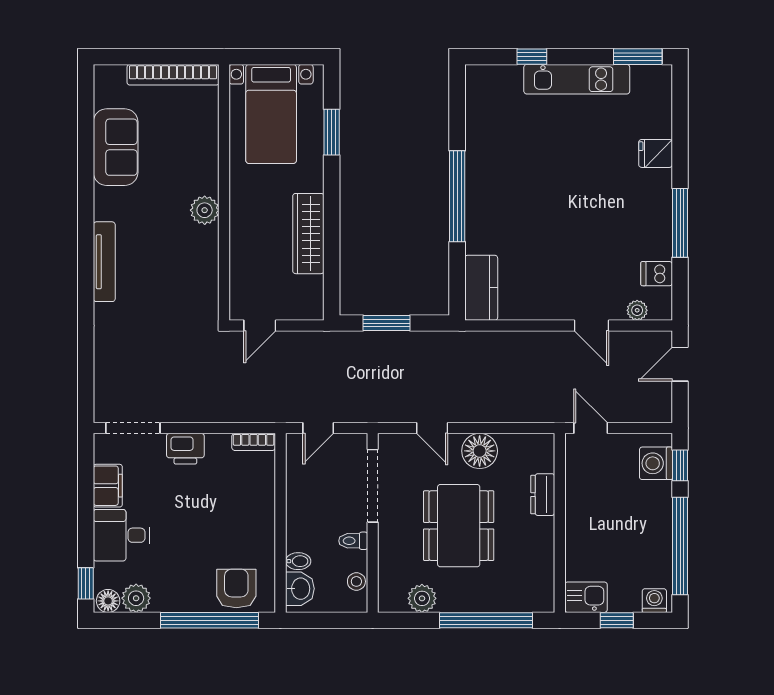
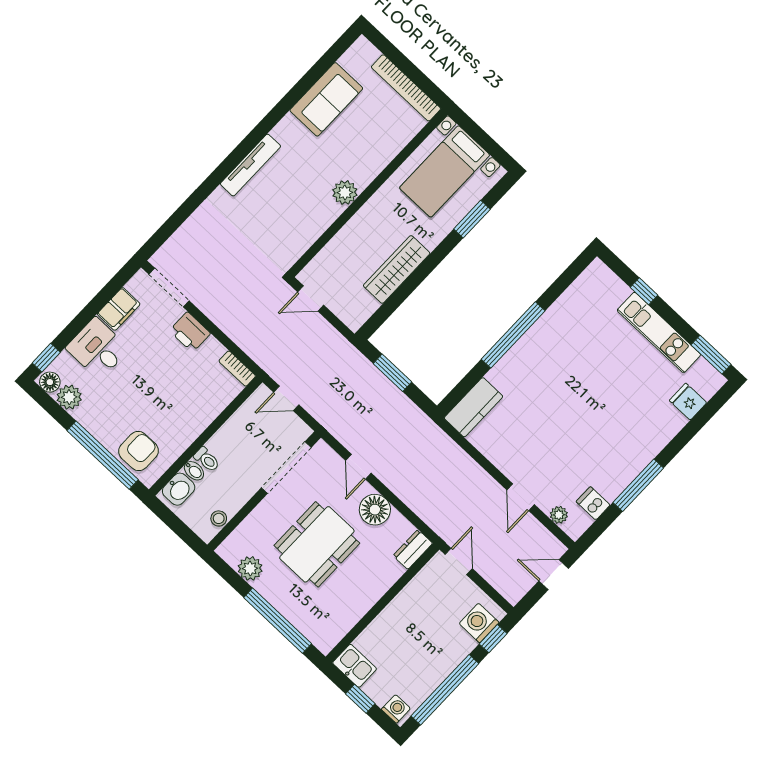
fridge: (656, 153) -> (688, 402), moved
dresser: (543, 495) -> (413, 549), moved
toilet: (353, 541) -> (207, 459), moved, turned 180

